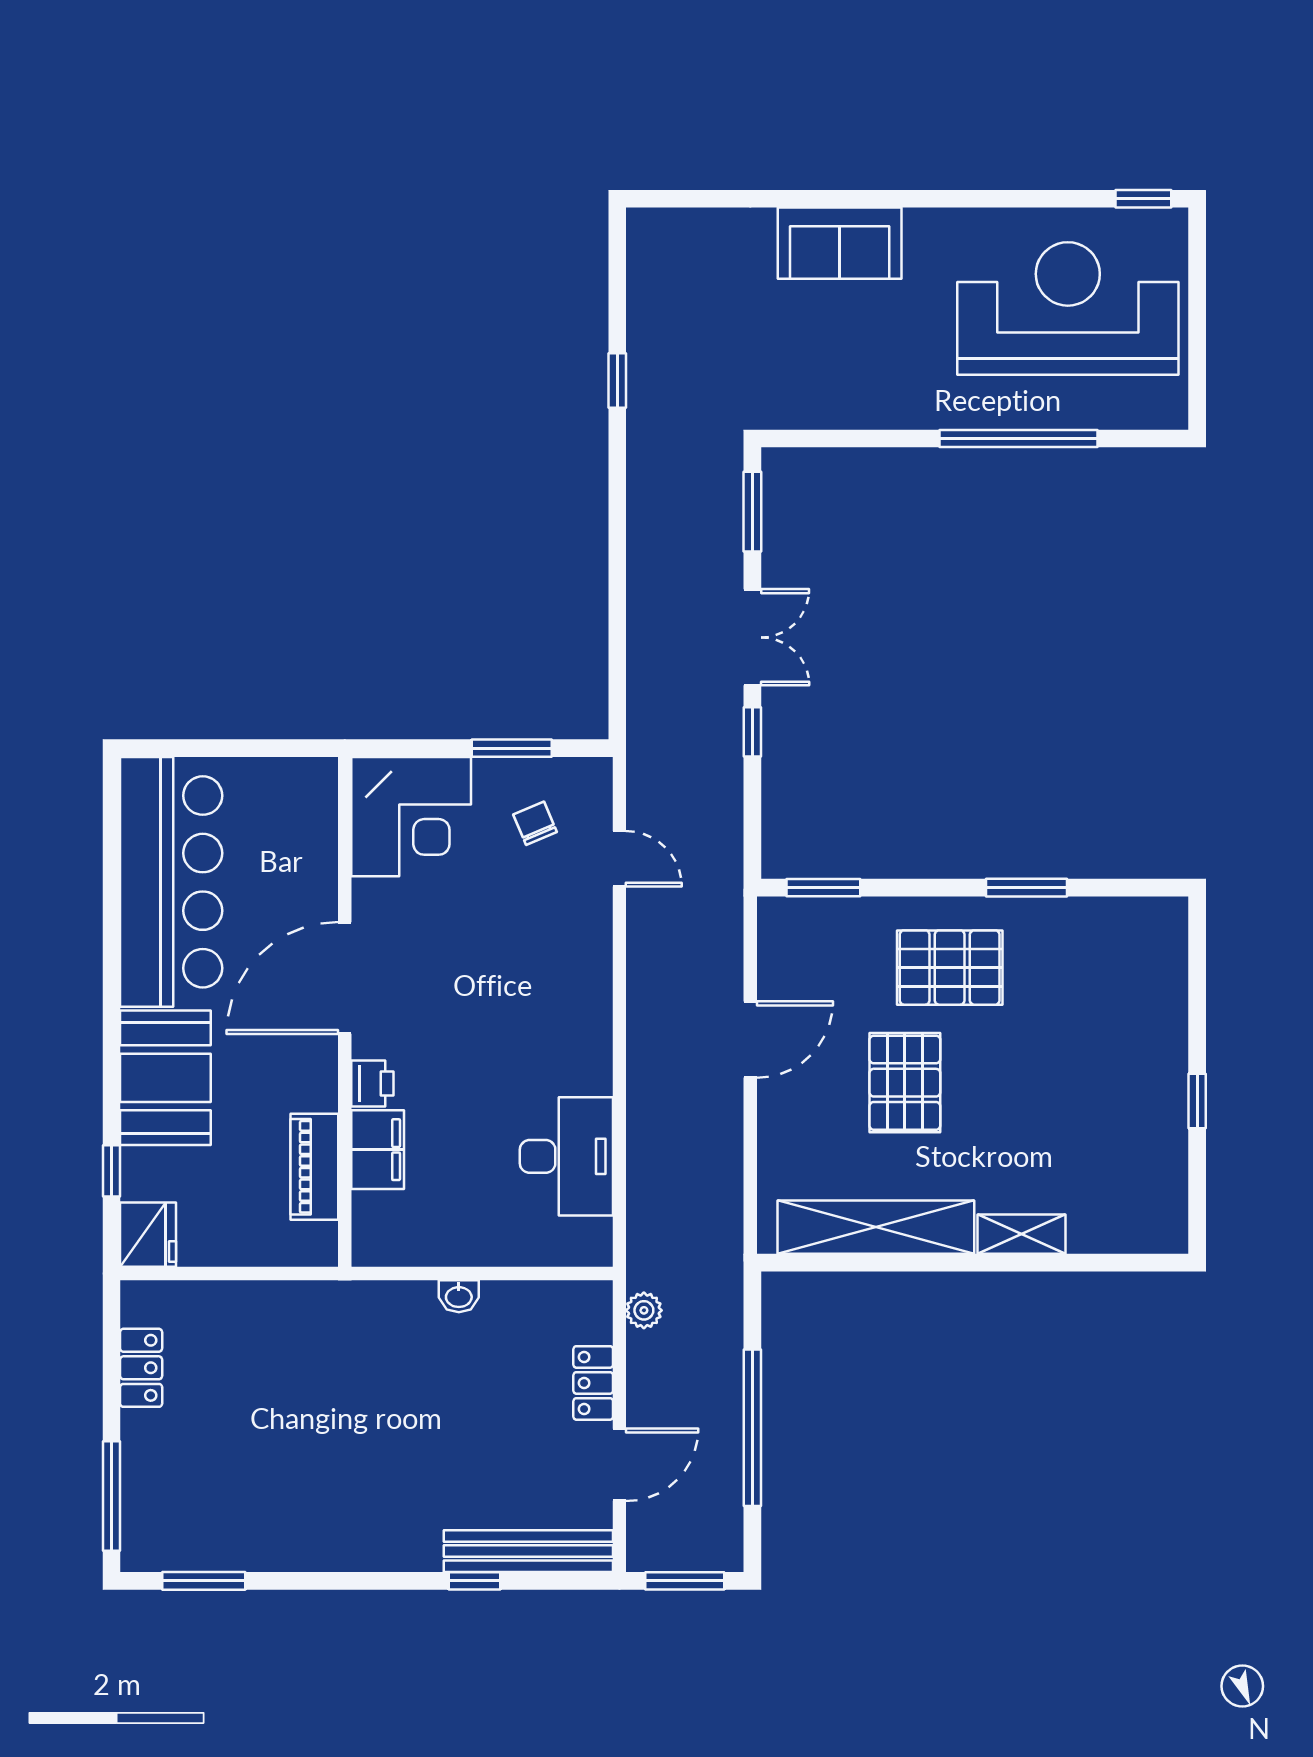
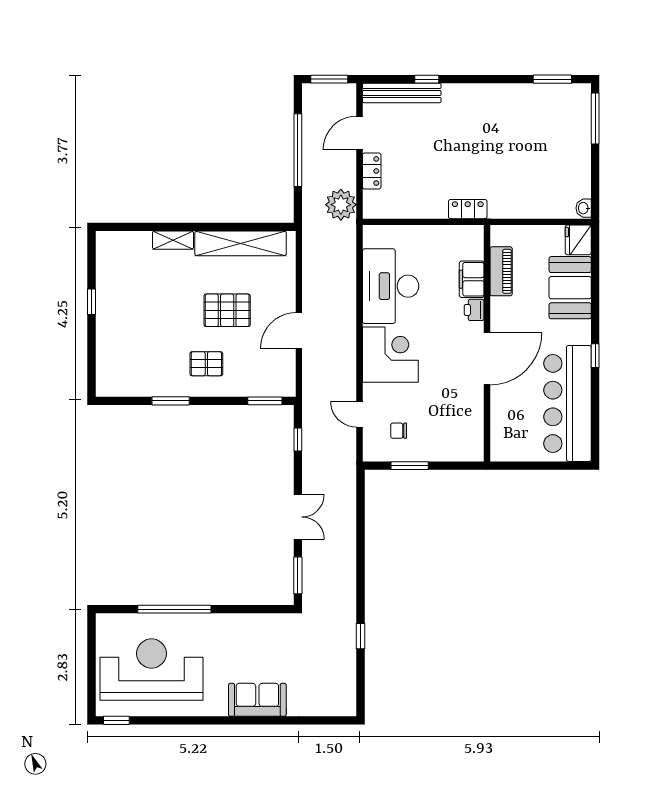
reception desk: (1068, 308) -> (152, 670), turned 180
double door: (752, 637) -> (298, 517), swing flipped
window: (752, 732) -> (298, 440), moved
corner desk: (411, 817) -> (390, 355), moved, turned 90
chair: (535, 823) -> (399, 431), turned 113
pallet: (950, 968) -> (206, 364), width x0.67, depth x0.71
booth: (165, 1078) -> (570, 288), moved
pallet: (905, 1083) -> (227, 310), turned 90
desk: (566, 1156) -> (391, 286), width x1.36, depth x1.30
window: (111, 1171) -> (595, 356), moved
washbasin: (459, 1296) -> (584, 208), moved, turned -90
plant: (644, 1310) -> (341, 205), width x1.87, depth x1.87
locker: (141, 1368) -> (468, 209), moved, turned 90

